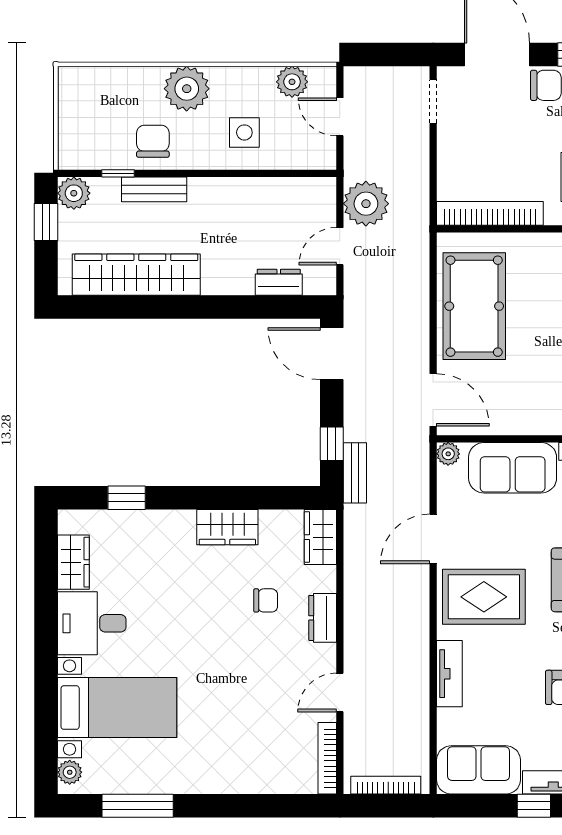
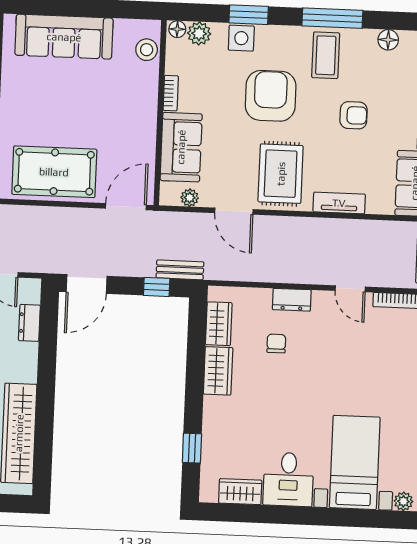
plant: (448, 454) -> (190, 198), moved
wardrobe: (320, 537) -> (219, 324), moved, turned -90

